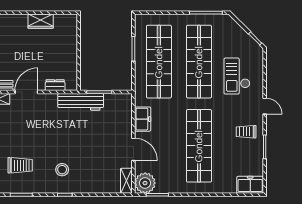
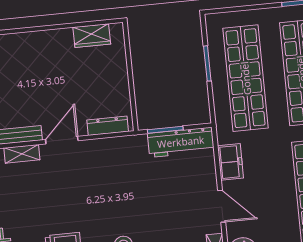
wardrobe: (41, 21) -> (92, 36), moved
dresser: (55, 85) -> (108, 126), width x1.44
workbench: (81, 102) -> (181, 142), moved

